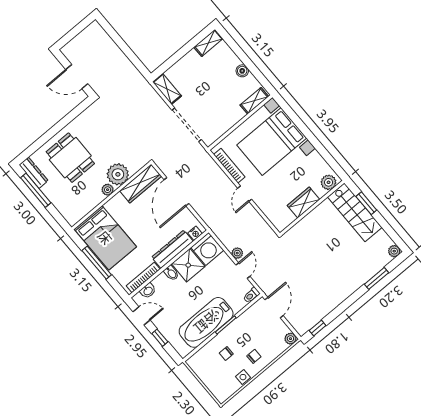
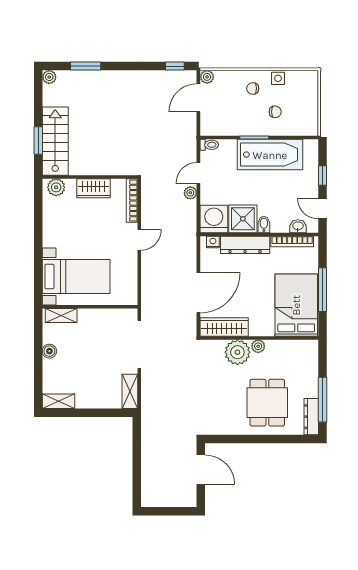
bed with nightstands: (272, 141) -> (76, 277), width x0.73
bookcase: (229, 166) -> (132, 200), moved
door: (274, 308) -> (198, 98), moved

